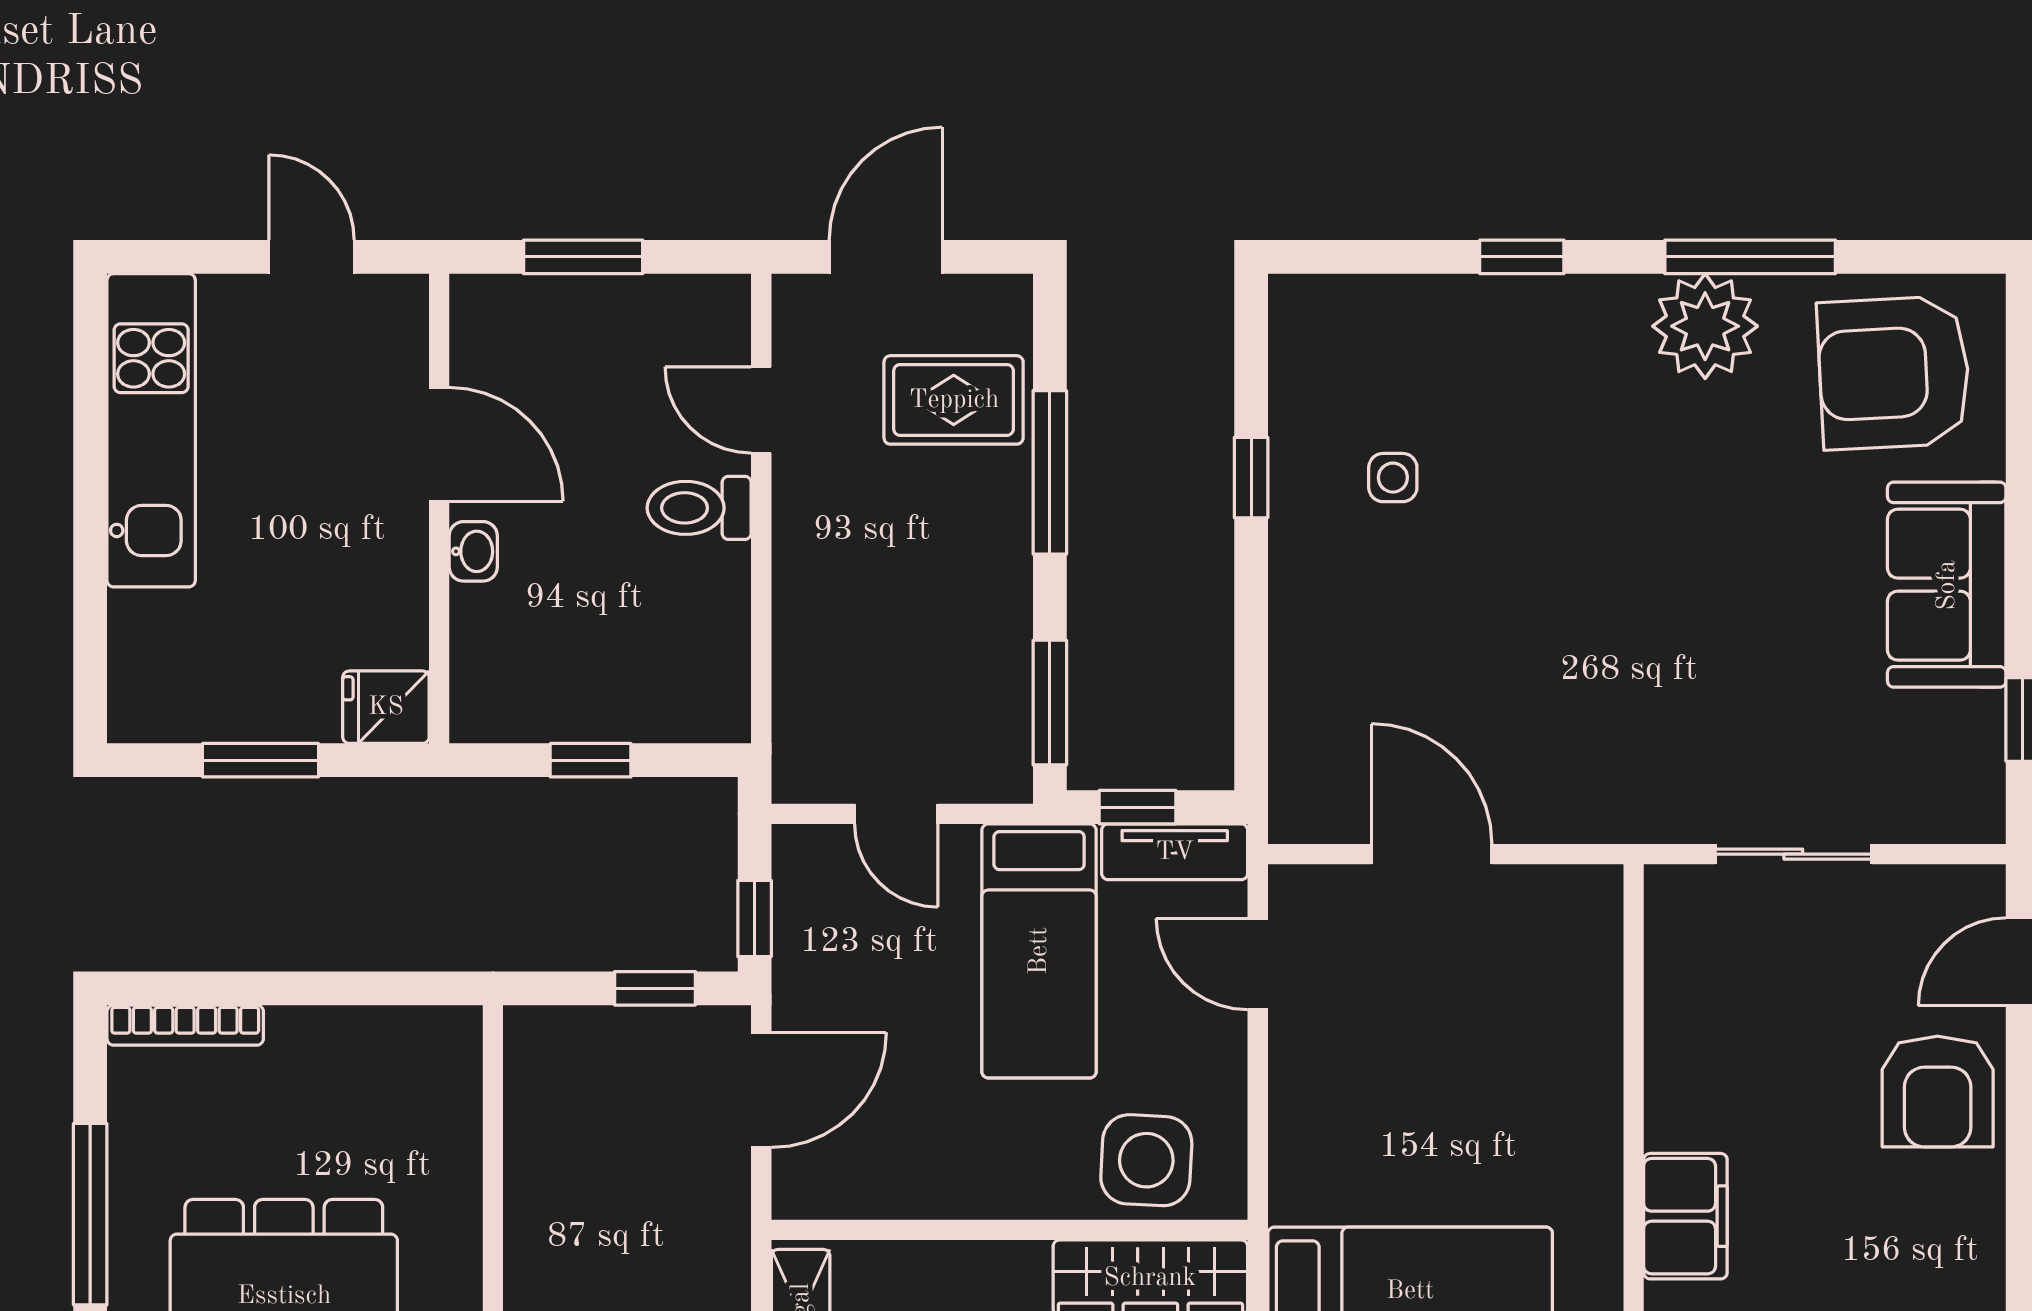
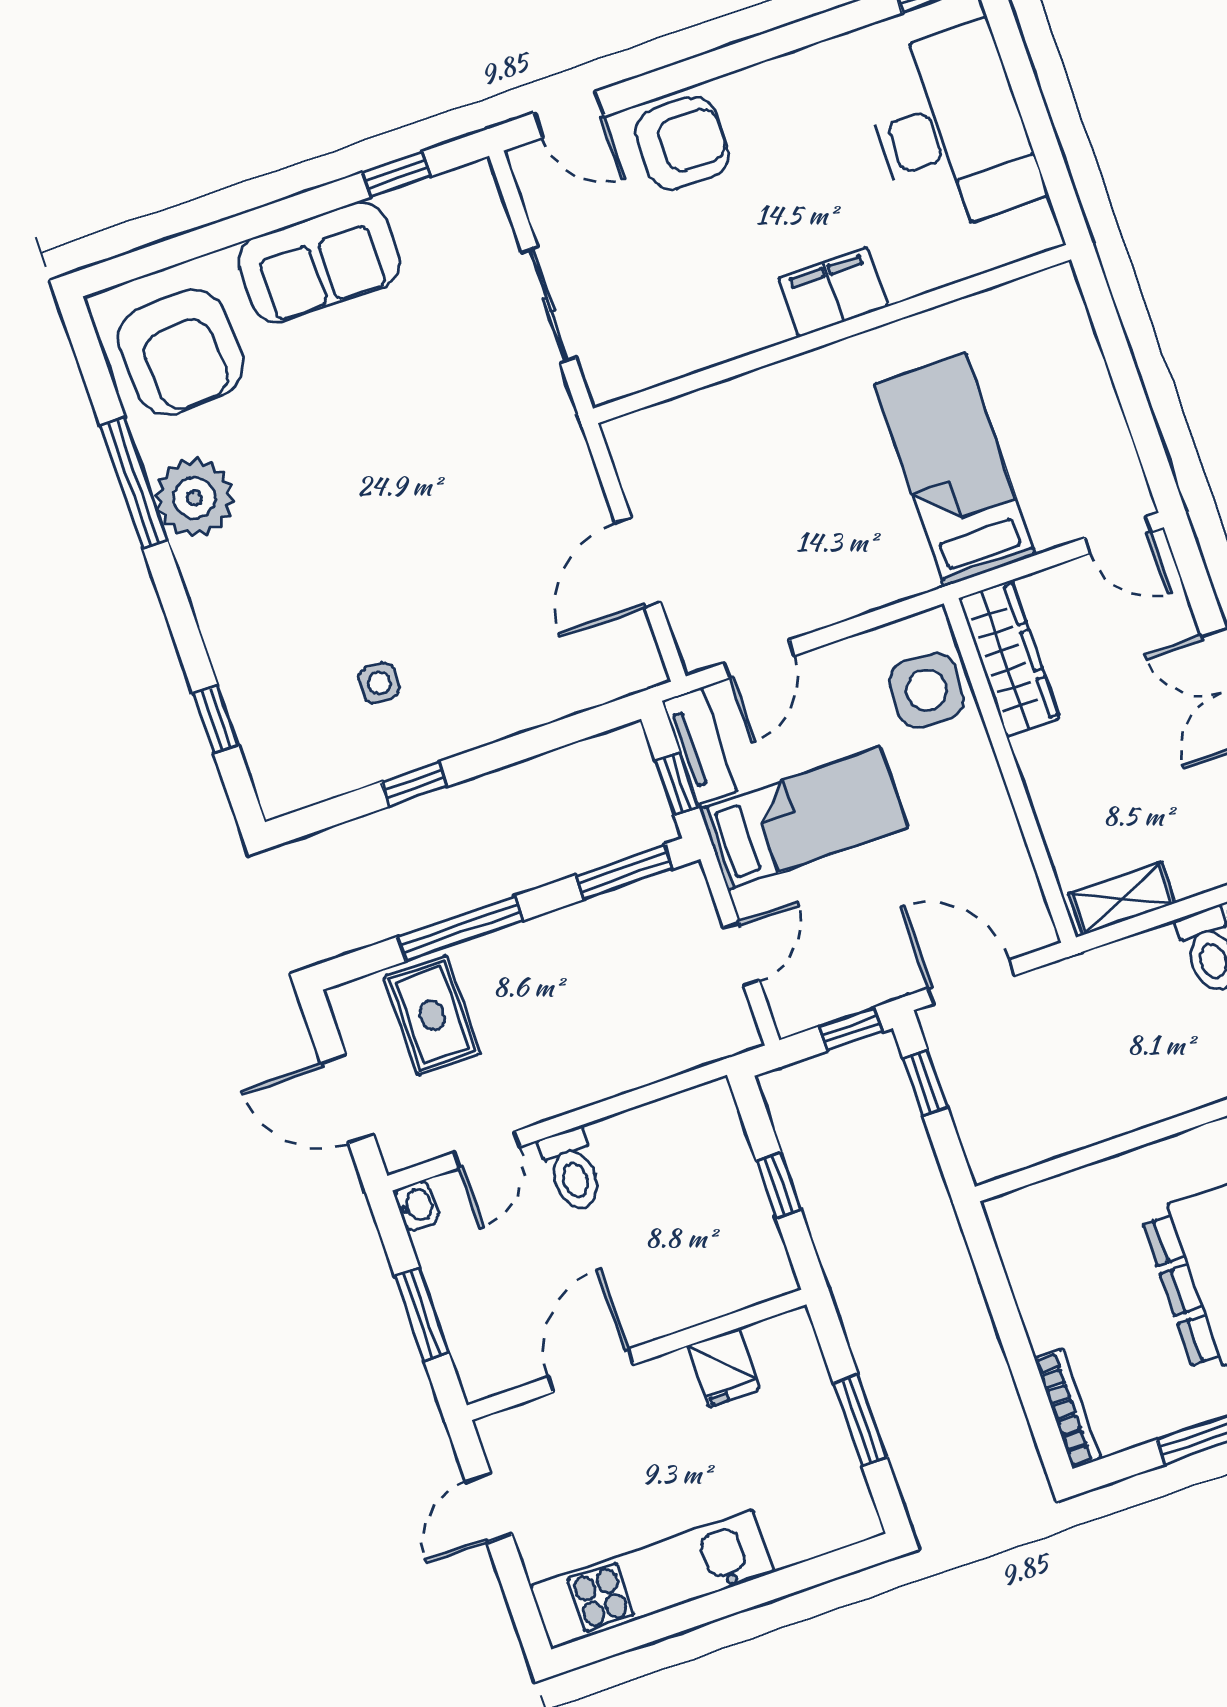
window: (1522, 257) -> (216, 719), moved
washbasin: (473, 551) -> (417, 1206), moved, turned 90
fridge: (386, 707) -> (723, 1367), moved

